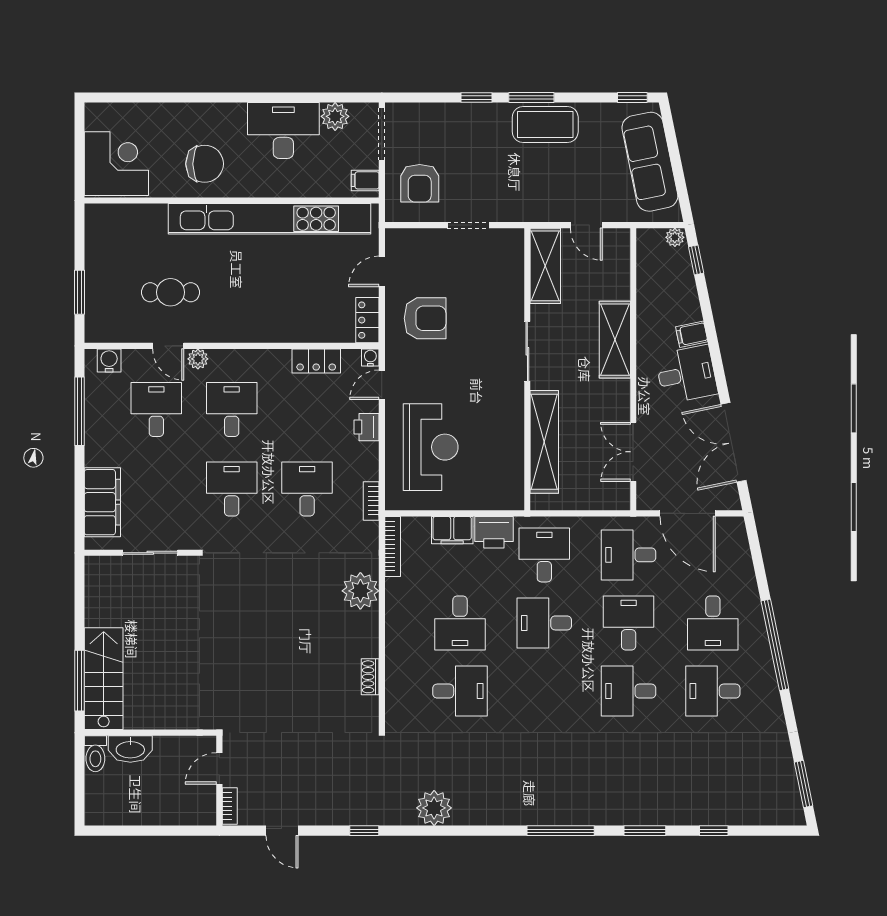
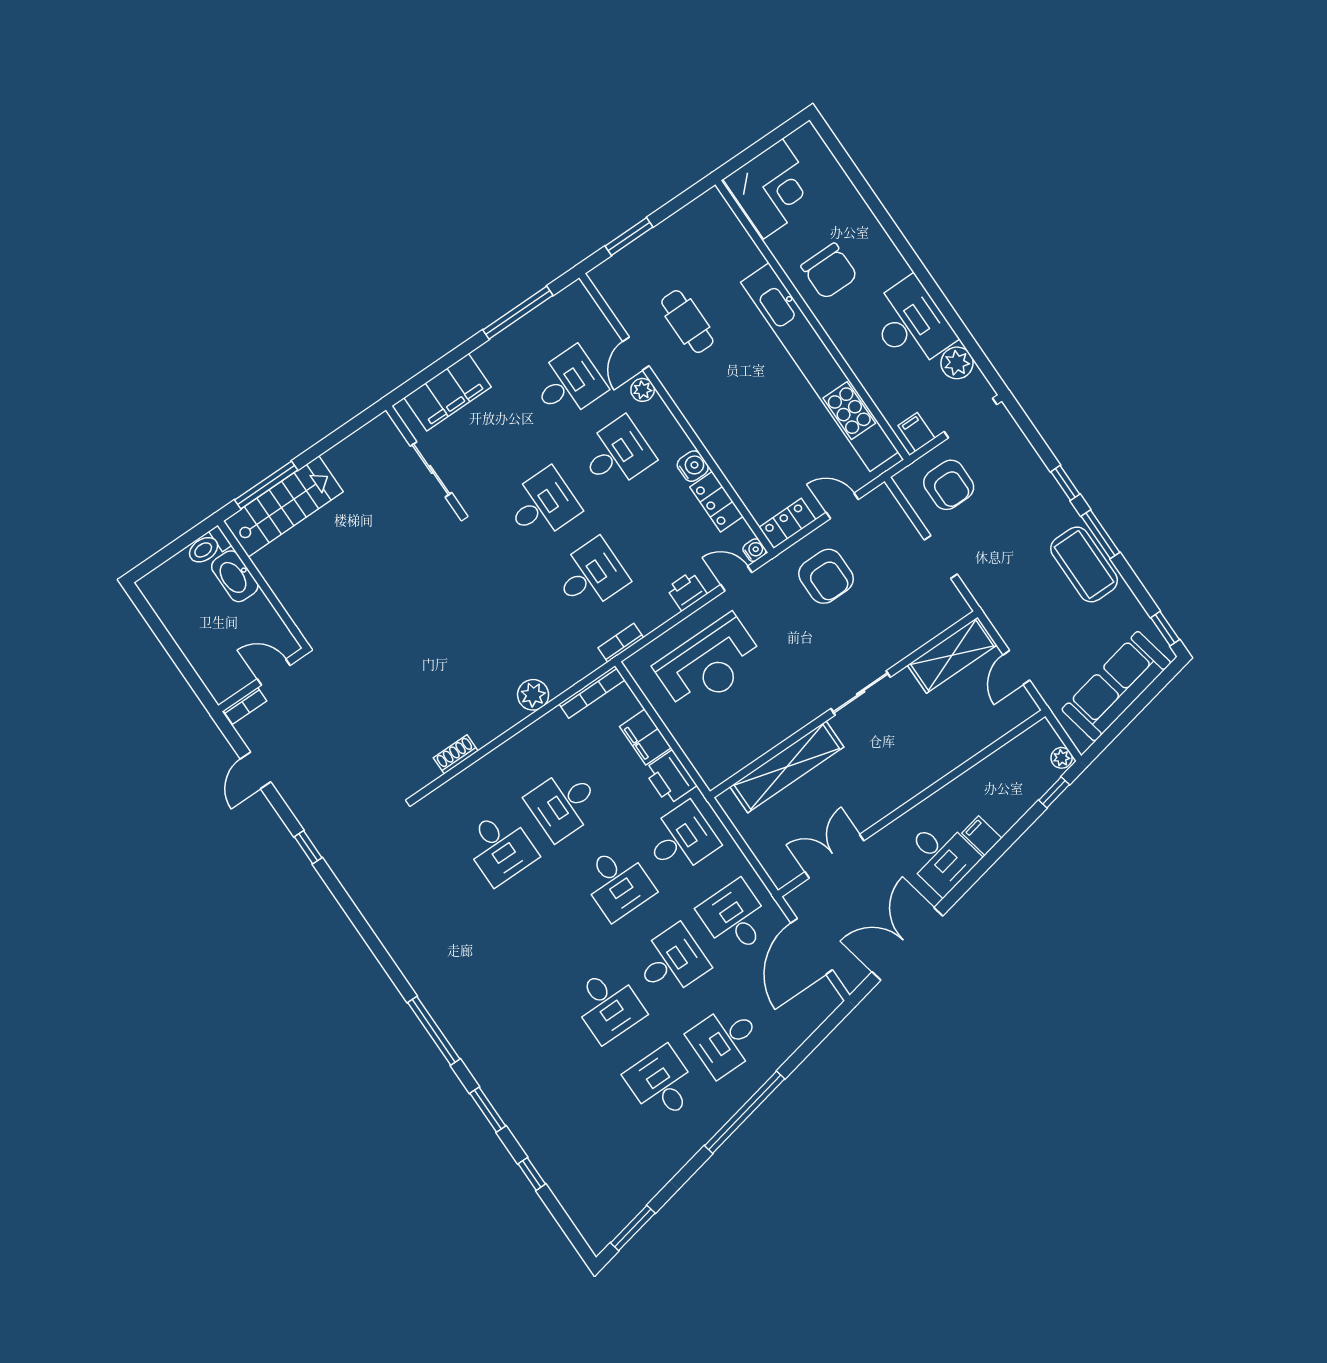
armchair: (420, 183) -> (949, 485), turned -90
shelving: (615, 340) -> (927, 767), removed
water cooler: (109, 360) -> (693, 466), moved
plant: (360, 591) -> (533, 695), width x0.73, depth x0.73
desk: (544, 623) -> (617, 883), turned 180
desk: (629, 691) -> (608, 1005), turned 180
plant: (434, 808) -> (374, 898), removed

